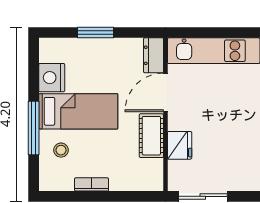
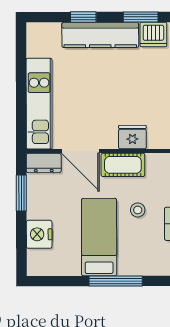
window: (96, 33) -> (21, 193), moved
nightstand: (52, 78) -> (39, 234), moved, turned 90
stool: (61, 150) -> (138, 210), moved

